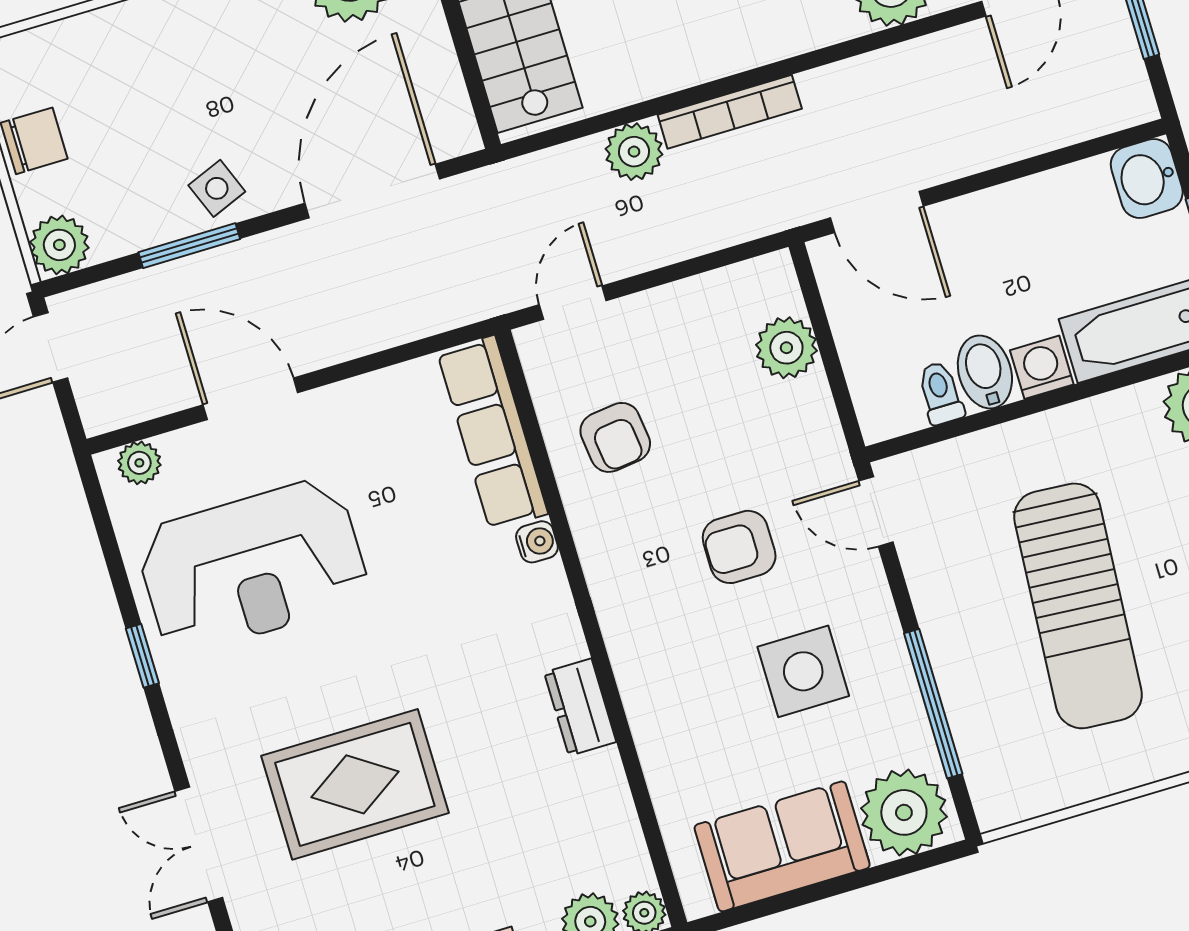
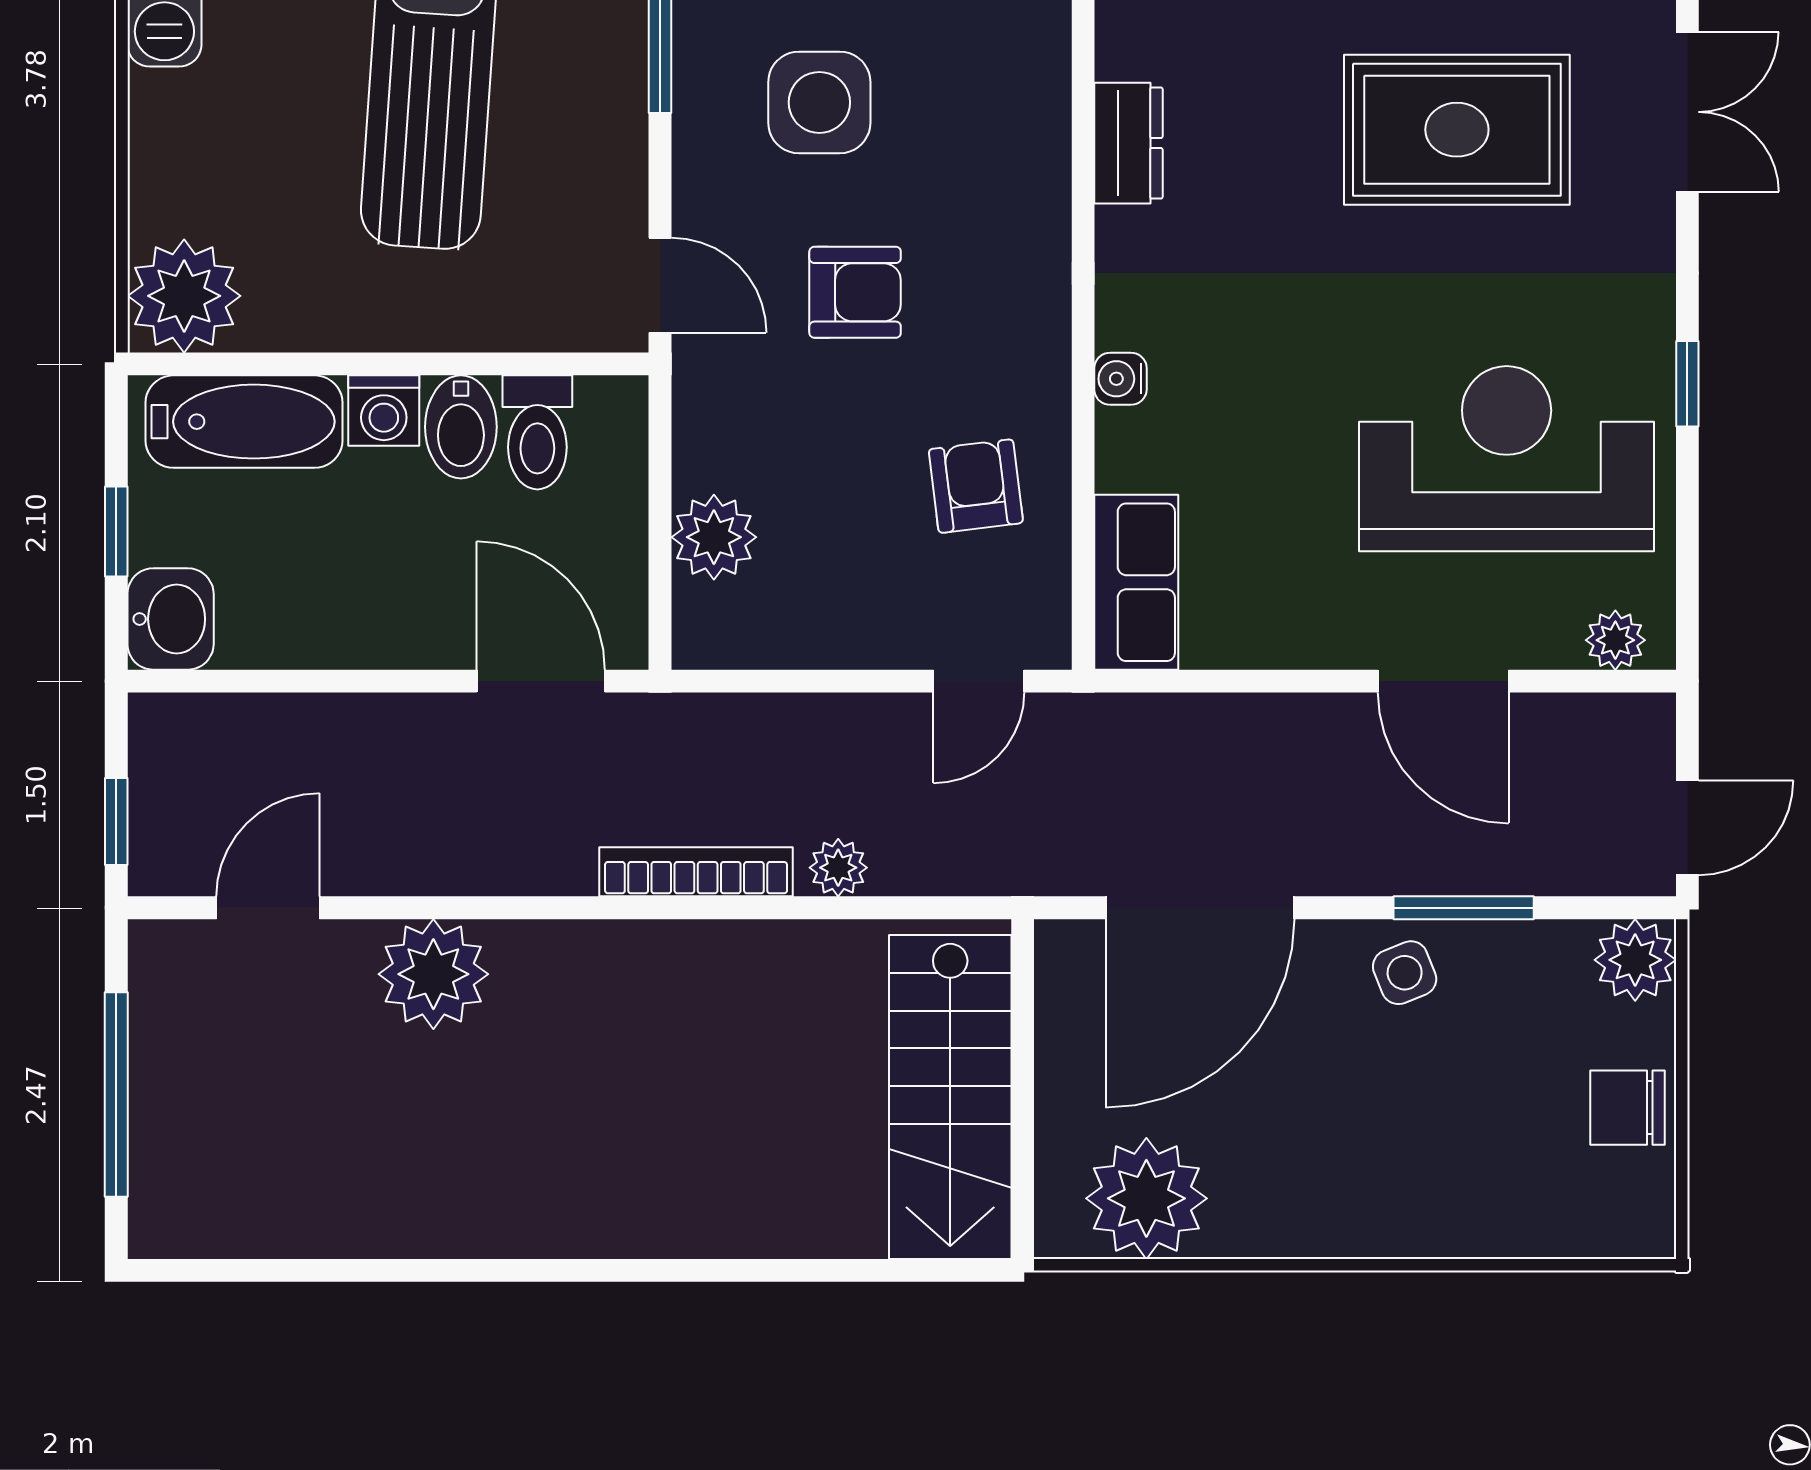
plant: (634, 152) -> (838, 868), width x0.73, depth x0.73
toilet: (940, 393) -> (537, 432), width x1.37, depth x1.39
row of seats: (493, 433) -> (1136, 582), width x0.68

